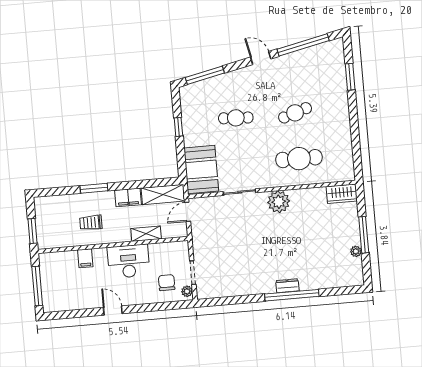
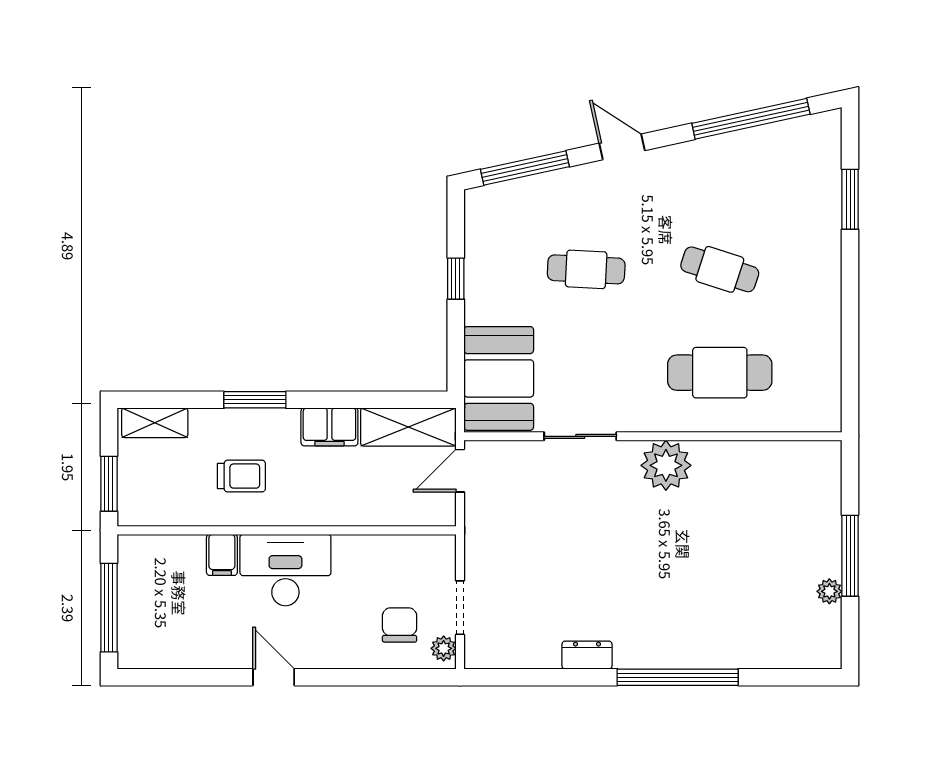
door: (261, 58) -> (622, 147), moved
cafe table: (295, 113) -> (720, 269), turned 36
wardrobe: (342, 194) -> (809, 460), removed
trolley: (91, 223) -> (241, 476), turned 180
shelving: (146, 234) -> (155, 423), moved
desk: (128, 261) -> (285, 570), moved
dresser: (287, 286) -> (587, 655), moved

